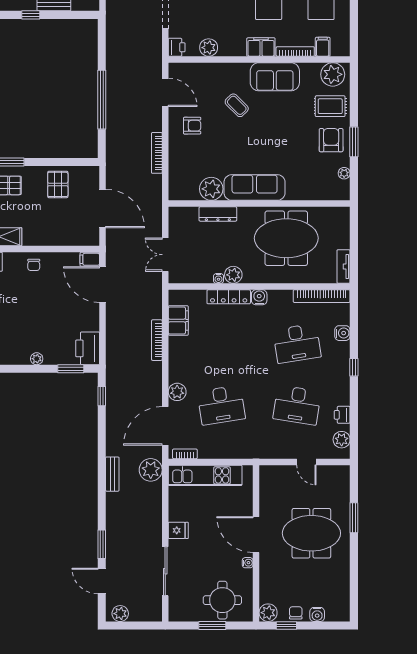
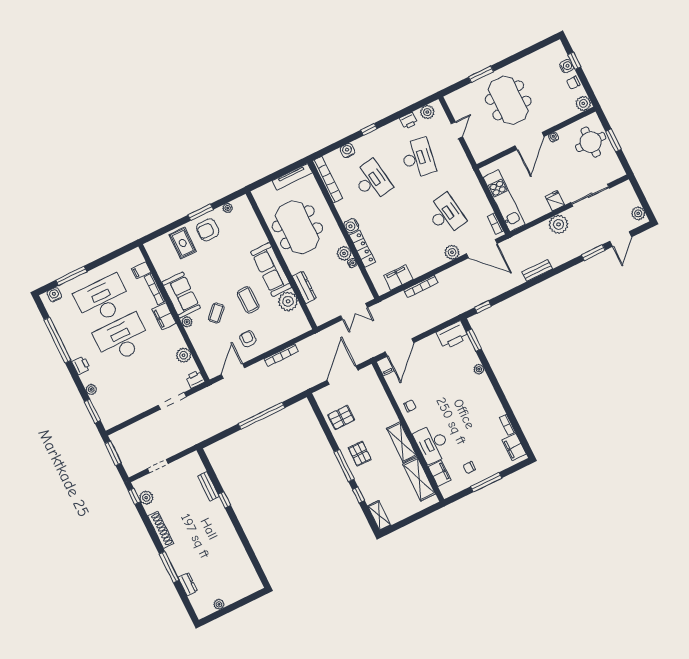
plant: (333, 74) -> (187, 322), moved, width x0.53, depth x0.53
coffee table: (234, 147) -> (248, 300), added
tv unit: (344, 266) -> (292, 177), width x1.41
plant: (151, 470) -> (559, 224), moved
window: (286, 626) -> (574, 61), moved

